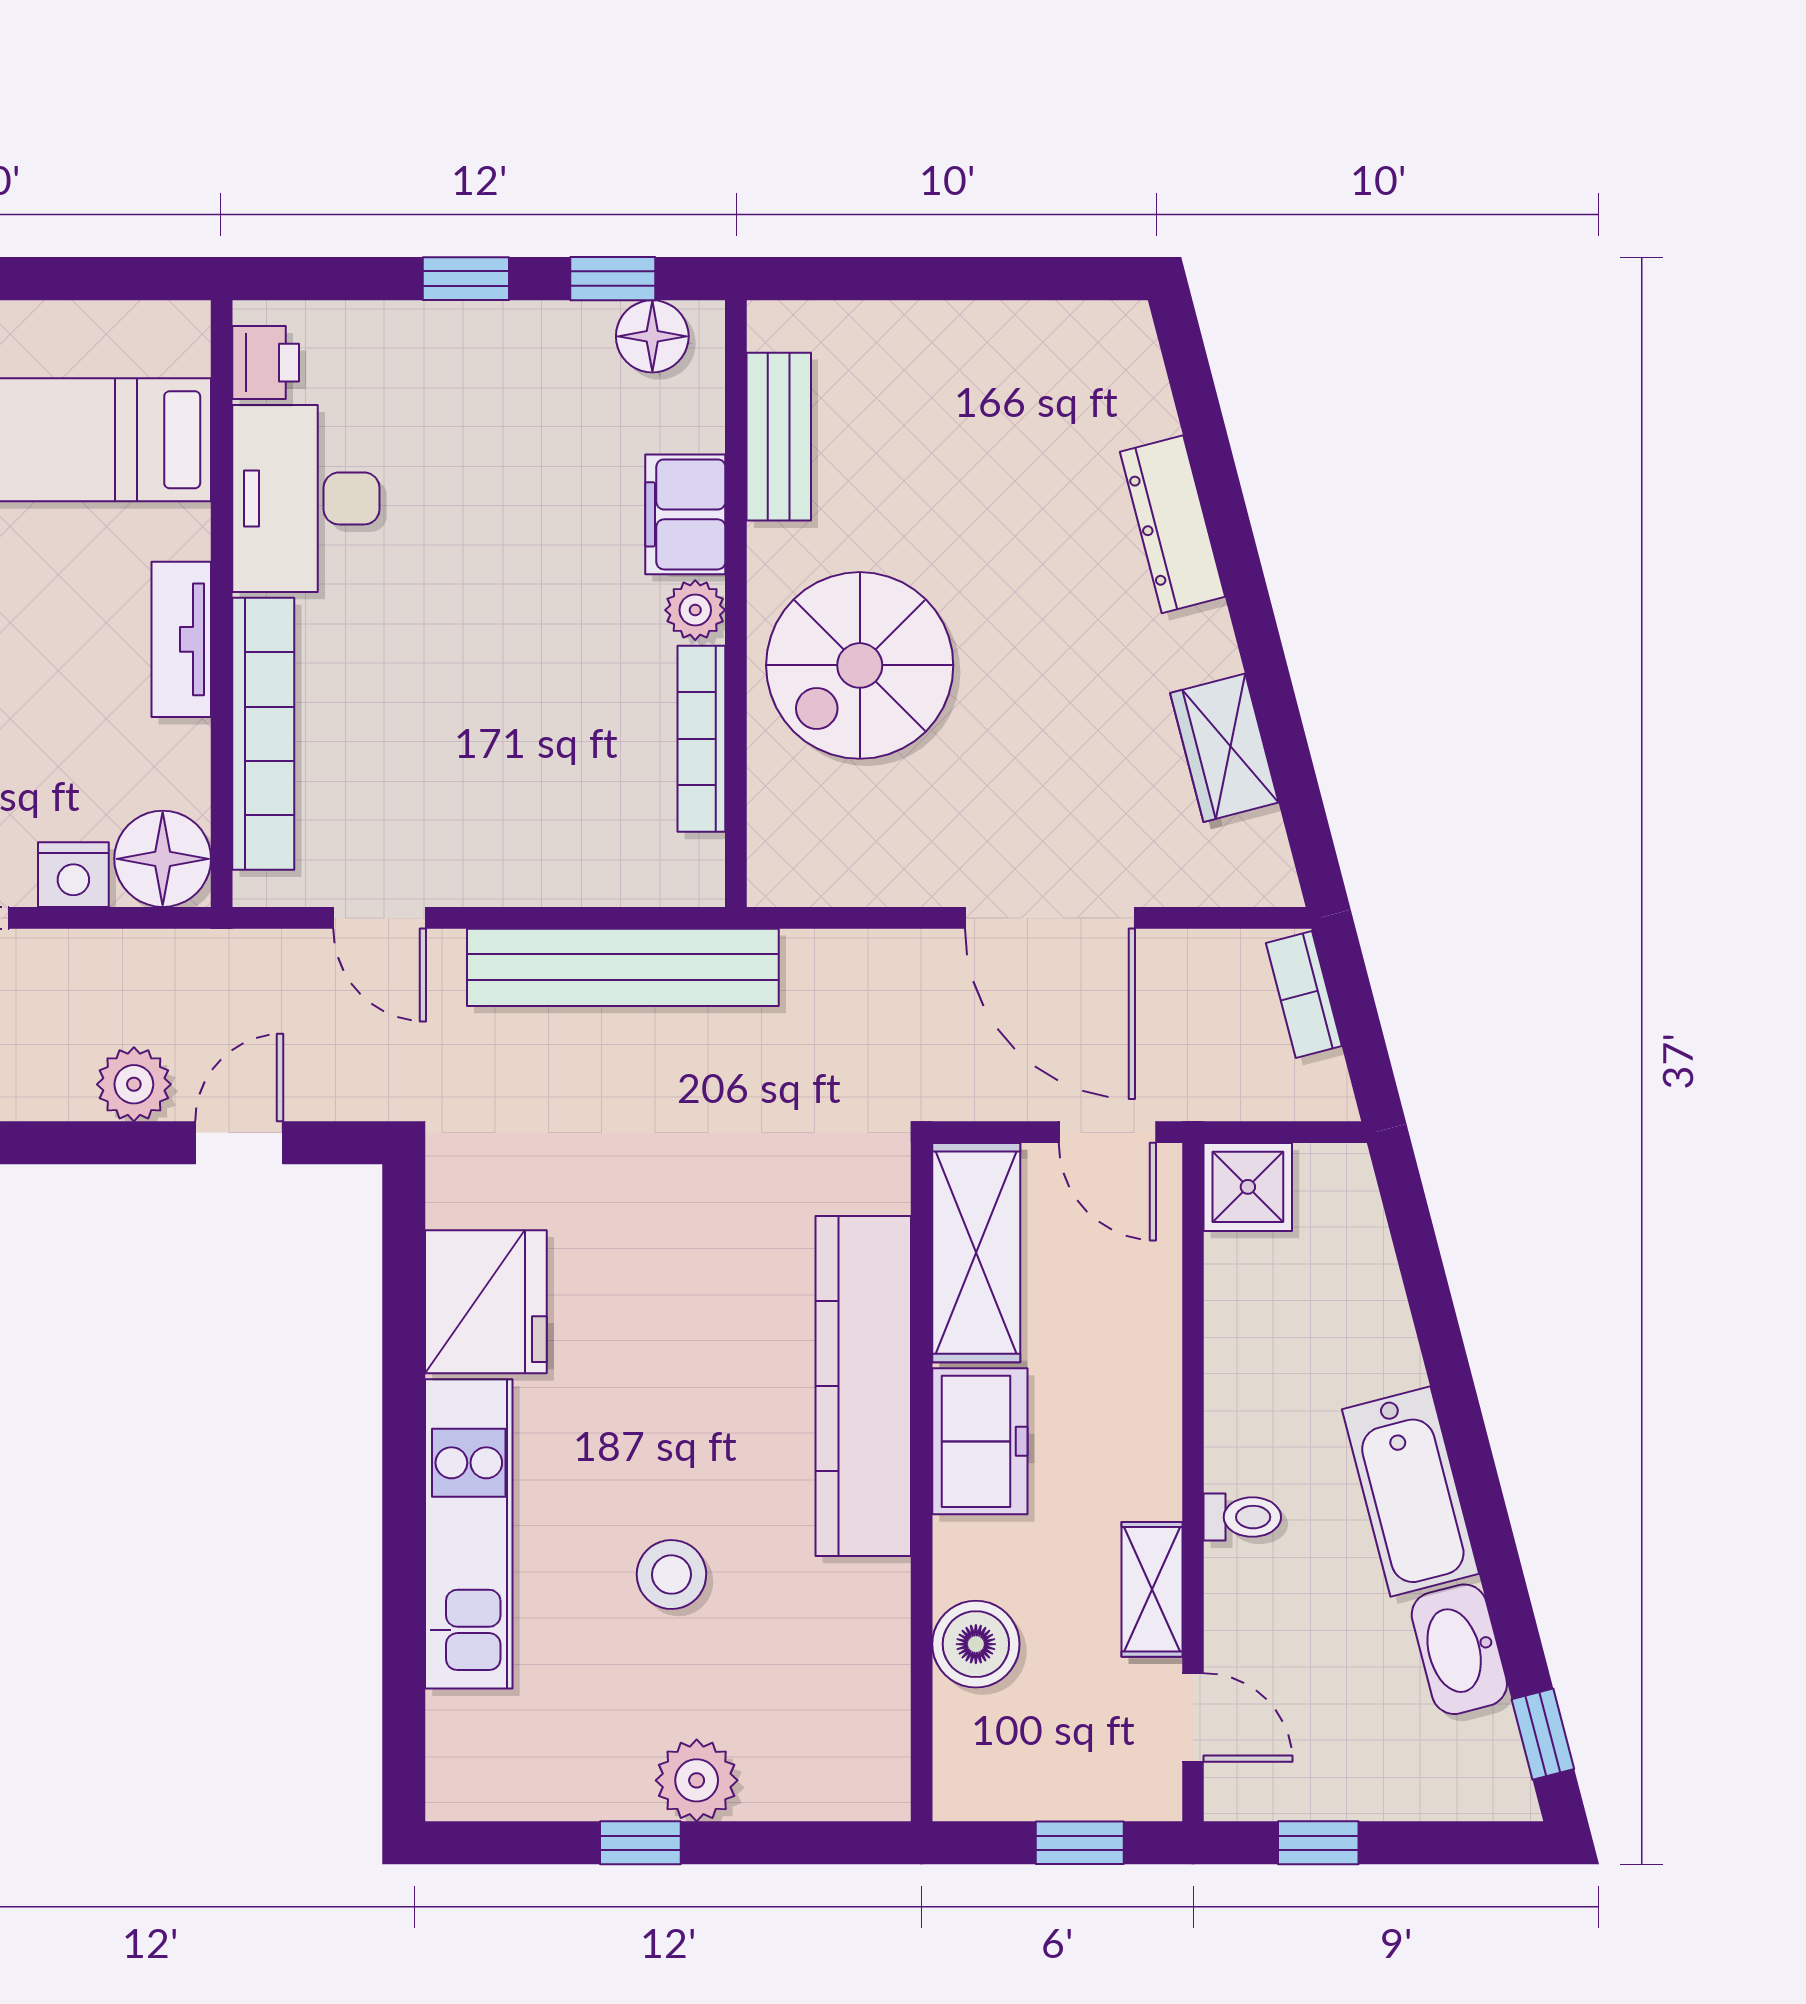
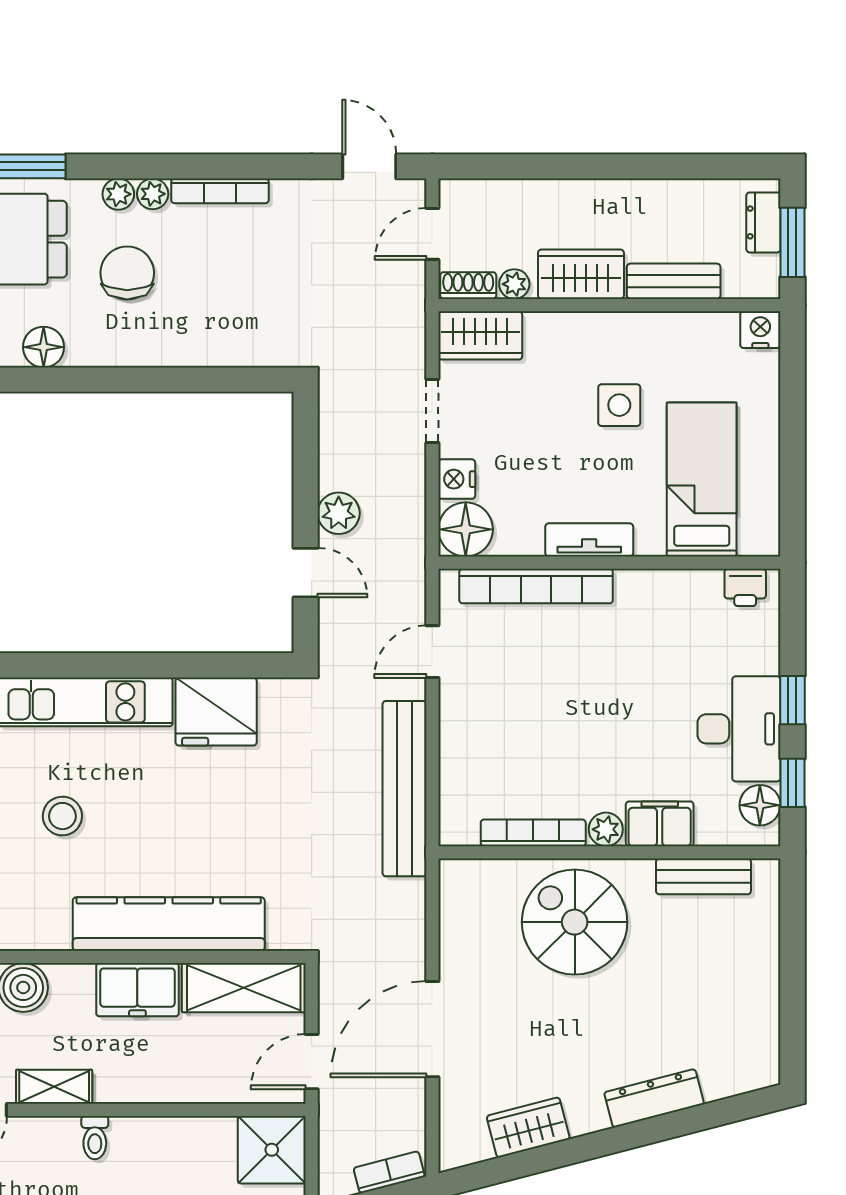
desk: (306, 498) -> (739, 729), moved, turned 90
shower: (1248, 1187) -> (272, 1150), width x1.36, depth x1.36

